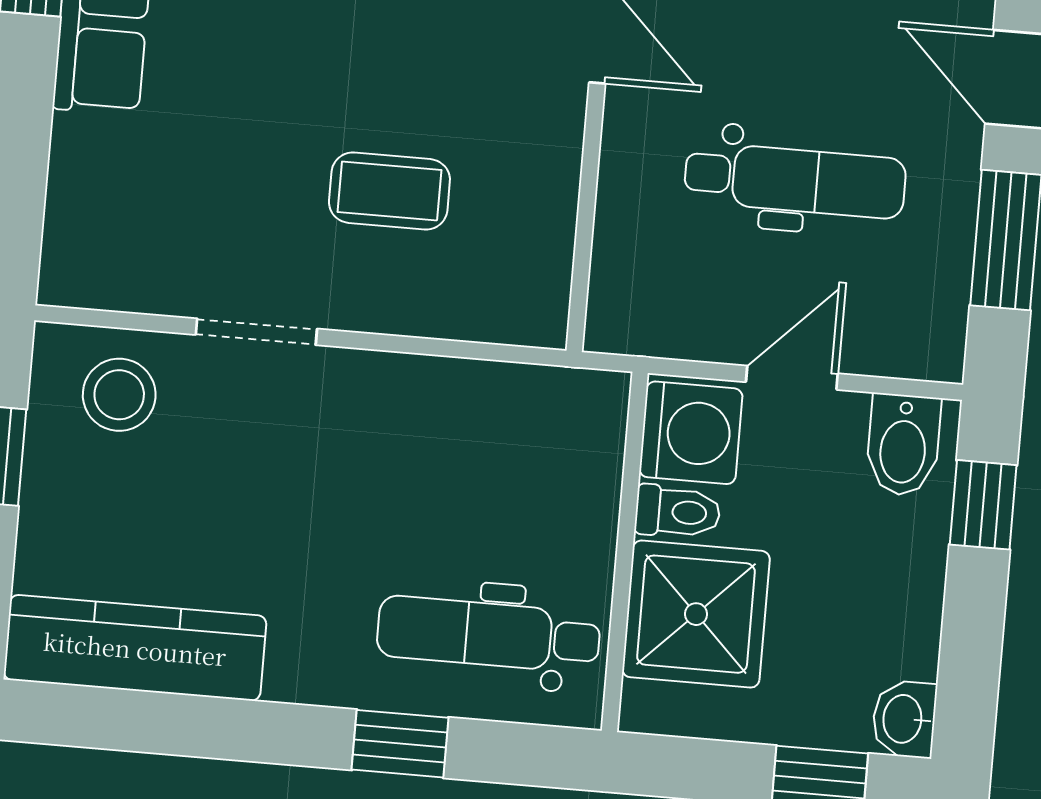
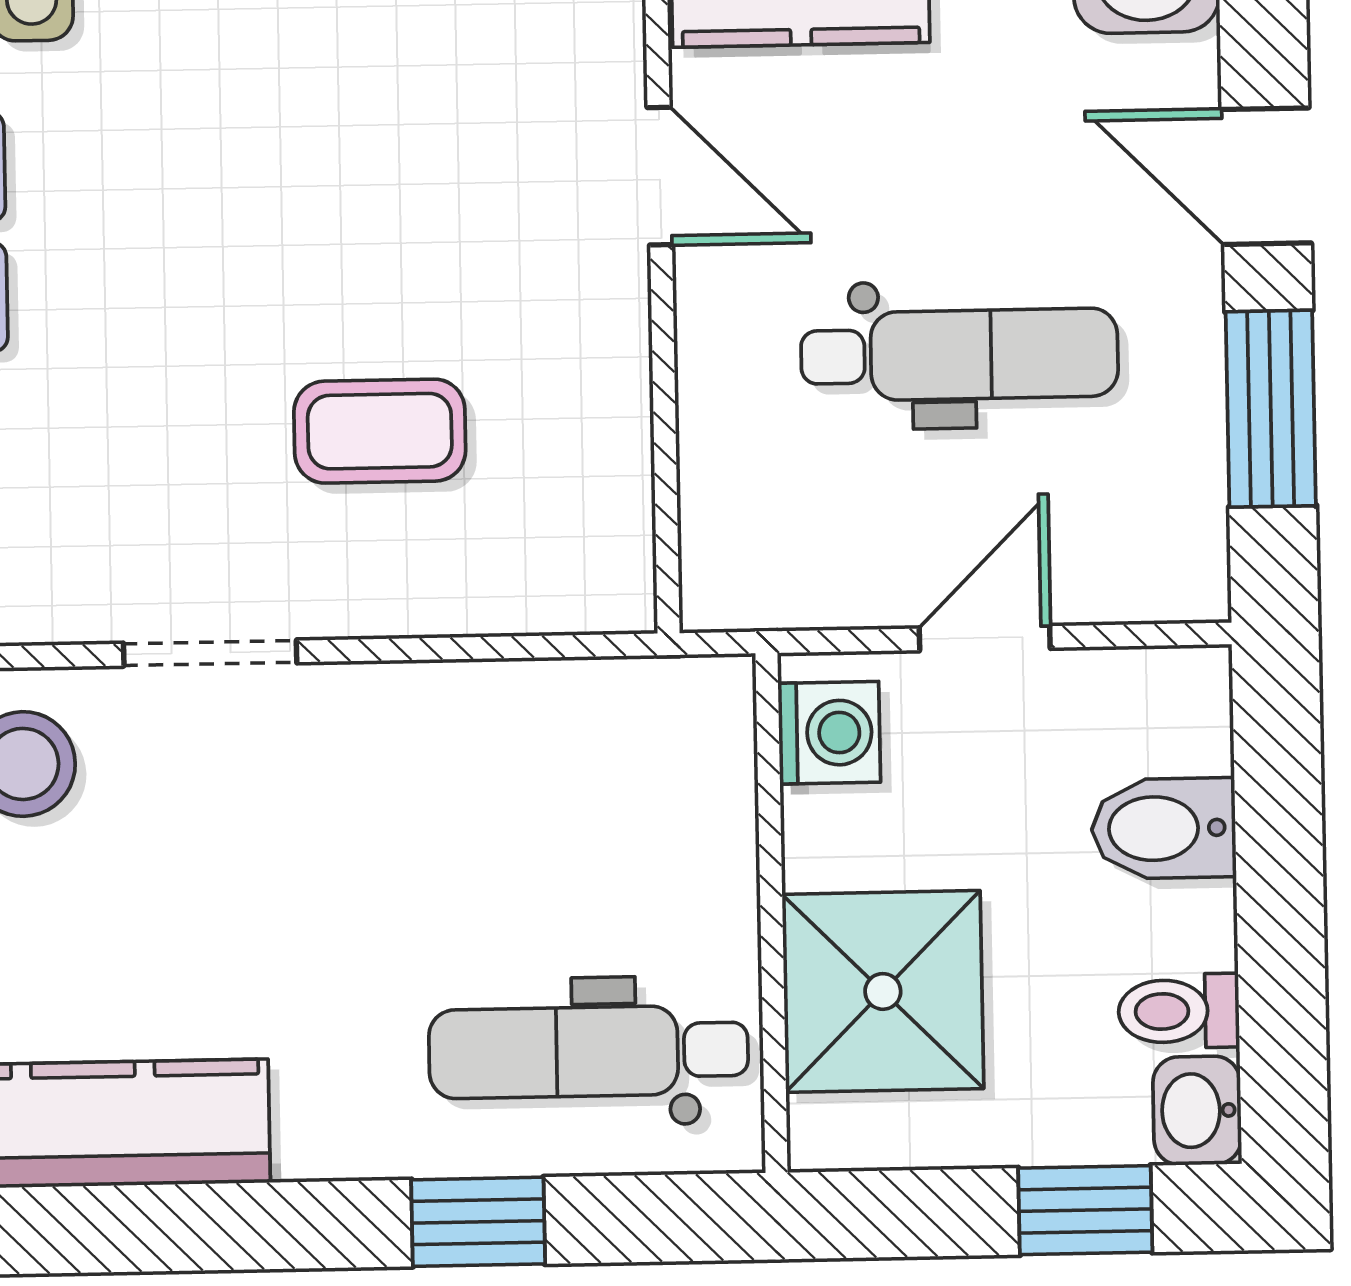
washing machine: (691, 433) -> (829, 733), width x0.73, depth x0.73
bidet: (903, 445) -> (1164, 828), moved, turned 90
window: (983, 505) -> (1278, 792), removed
toilet: (678, 512) -> (1179, 1011), moved, turned 180

